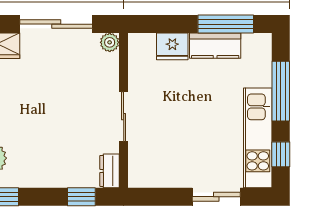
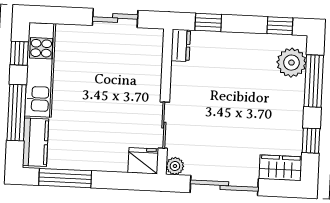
fridge: (172, 46) -> (143, 161), moved
kitchen counter: (215, 46) -> (35, 142), moved, turned 90
sliding door: (124, 117) -> (164, 125), moved
sliding door: (216, 197) -> (115, 18), moved

